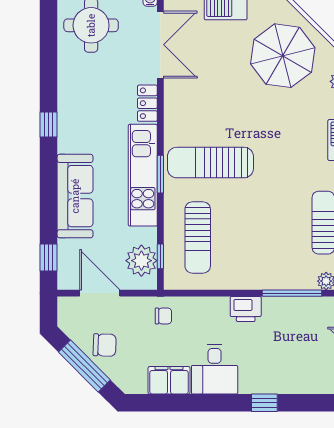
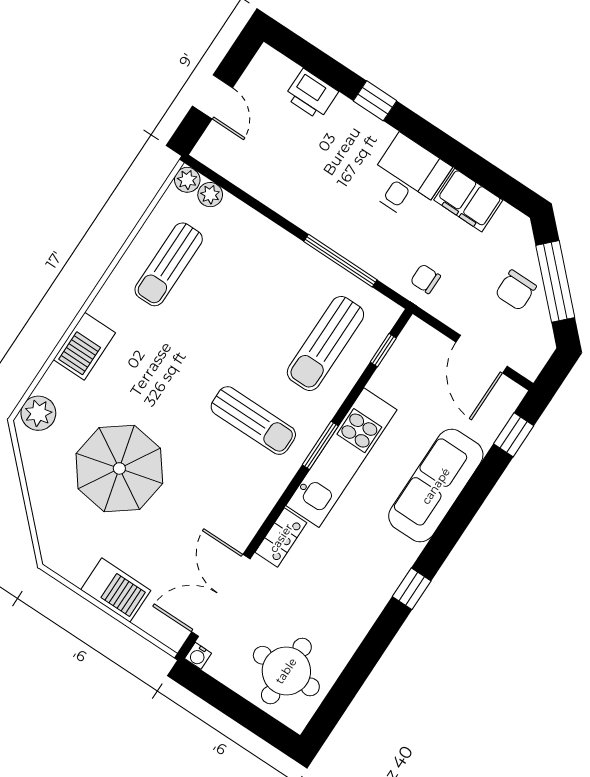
parasol: (283, 56) -> (119, 468), moved
sun lounger: (210, 163) -> (253, 421), width x0.73, depth x0.75
sun lounger: (198, 237) -> (325, 343), turned 180
plant: (141, 261) -> (408, 360), removed
window: (292, 293) -> (340, 261), moved
printer: (246, 309) -> (311, 94), moved, turned 180
chair: (105, 345) -> (516, 290), turned -92

